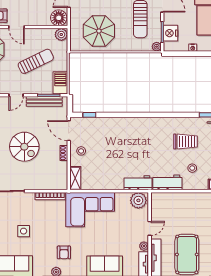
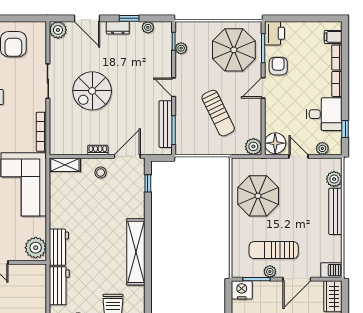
nightstand: (171, 33) -> (242, 290), moved
plant: (157, 47) -> (270, 271), moved
barbecue: (60, 83) -> (190, 145), removed
shelving: (142, 124) -> (136, 252), added
spiral stairs: (24, 147) -> (92, 91), moved

